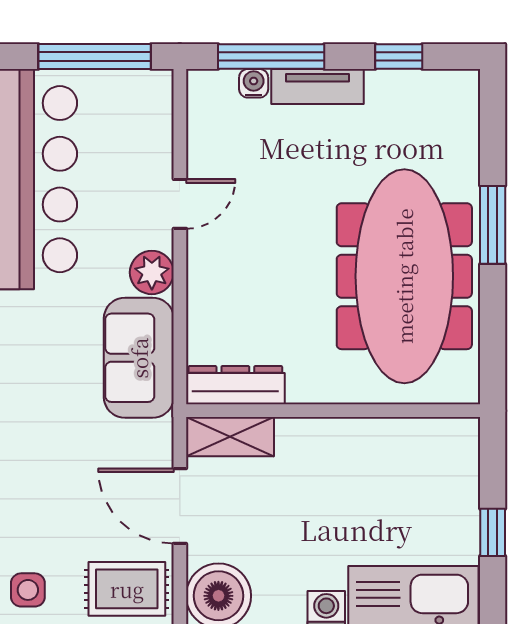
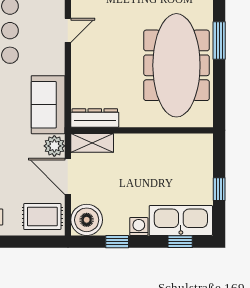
plant: (152, 272) -> (54, 146), moved

